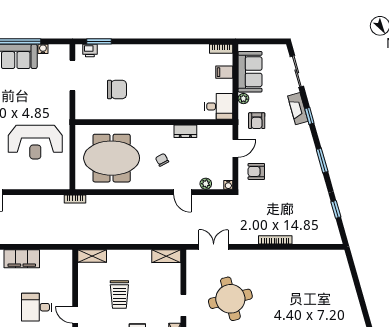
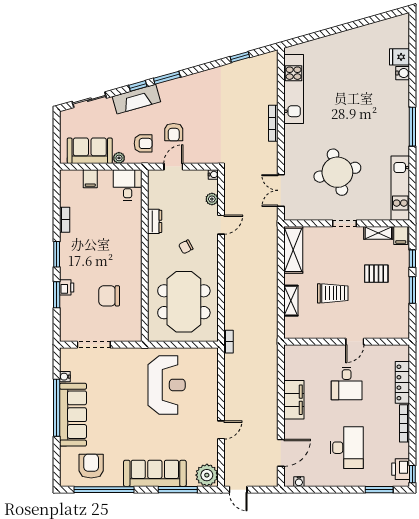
window: (99, 41) -> (57, 295), moved
window: (155, 41) -> (57, 254), added
bookcase: (221, 49) -> (65, 220), moved
printer: (90, 51) -> (67, 287), moved
chair: (117, 89) -> (109, 296), turned -90
fireplace: (298, 109) -> (136, 99), width x1.37, depth x1.32
door: (235, 148) -> (173, 167), hinge flipped
window: (322, 160) -> (167, 78), moved
armchair: (256, 171) -> (174, 132), moved
shelving: (92, 256) -> (291, 301), moved
shelving: (166, 256) -> (293, 250), width x1.50, depth x1.33
kitchen unit: (307, 259) -> (294, 89), added

